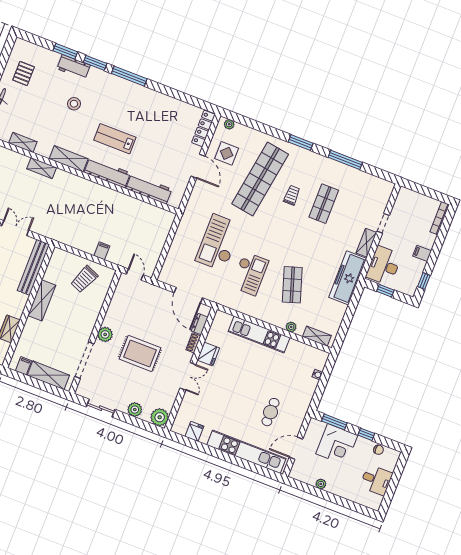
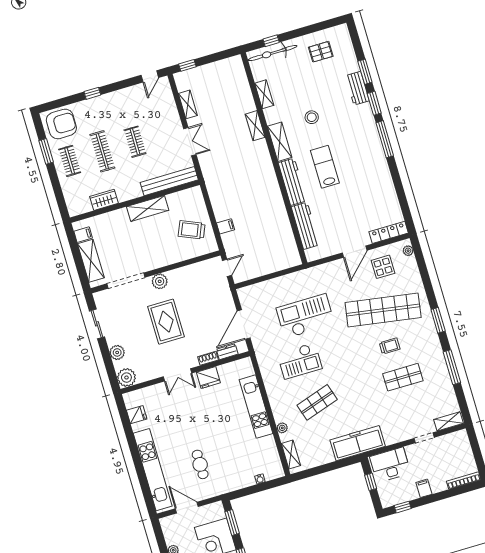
stool: (74, 104) -> (312, 117), moved
shelving: (366, 243) -> (449, 421), moved
cafe table: (271, 412) -> (200, 464), turned 90

